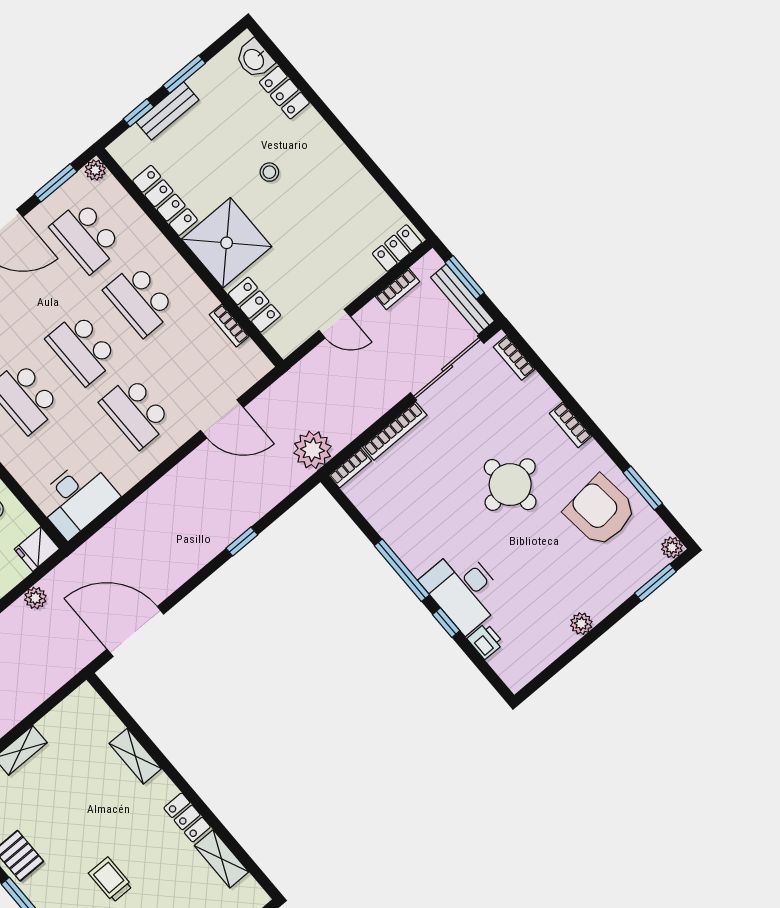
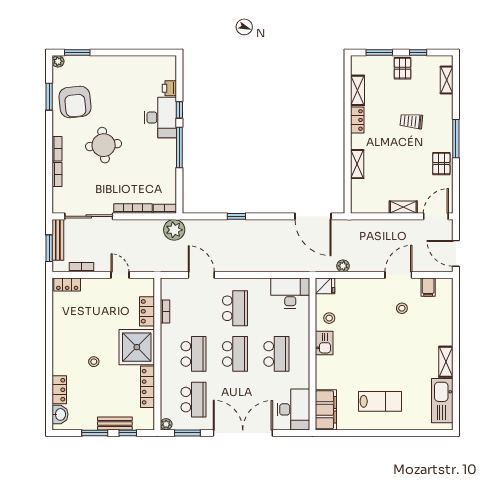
bookcase: (514, 358) -> (57, 174), moved
plant: (581, 624) -> (123, 62), removed
trolley: (110, 880) -> (411, 121), turned 96

